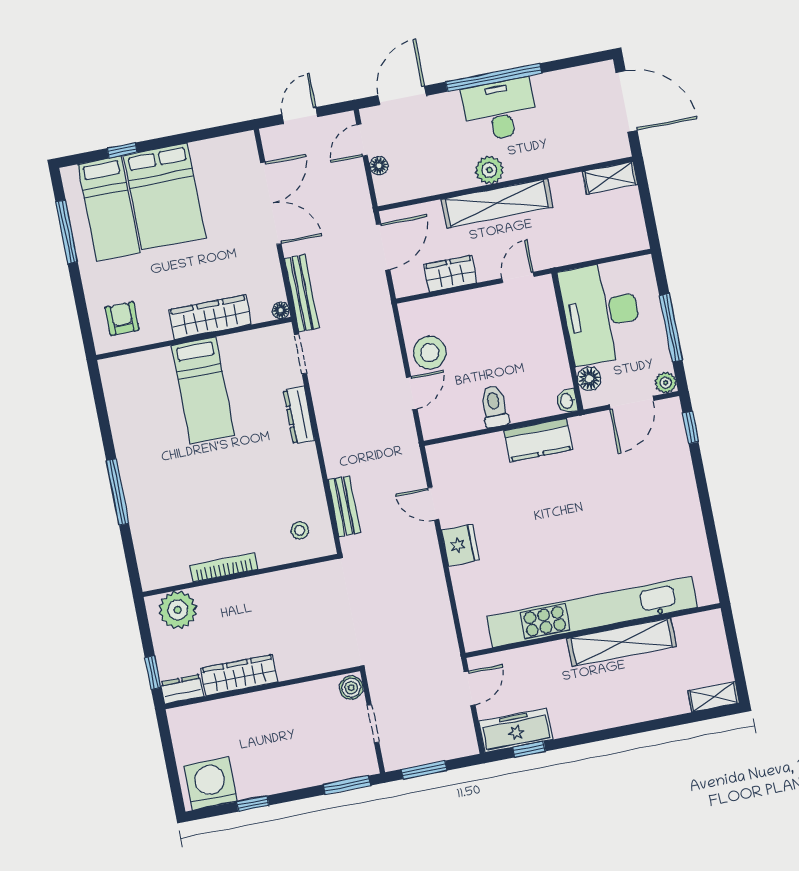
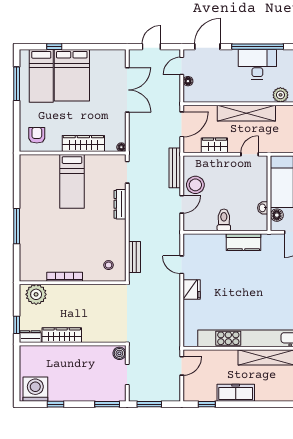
plant: (489, 170) -> (280, 95), moved
bench: (302, 293) -> (175, 168), moved
washbasin: (567, 401) -> (263, 208), moved
freezer: (516, 730) -> (236, 393), moved

